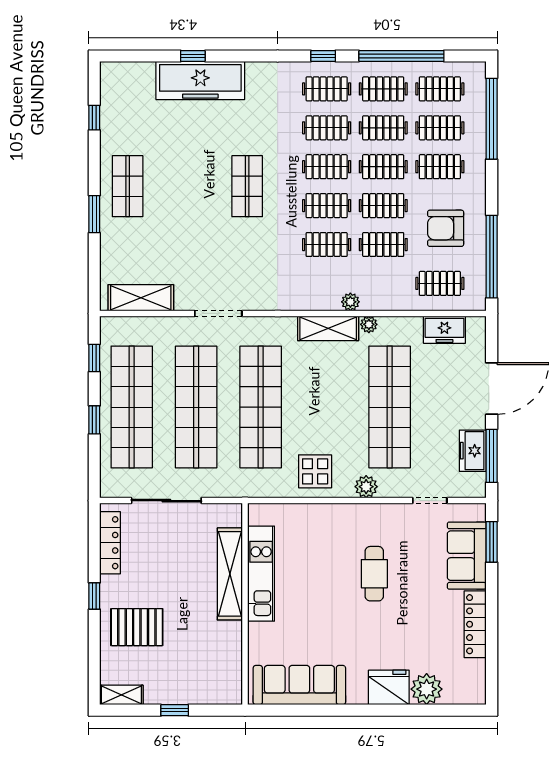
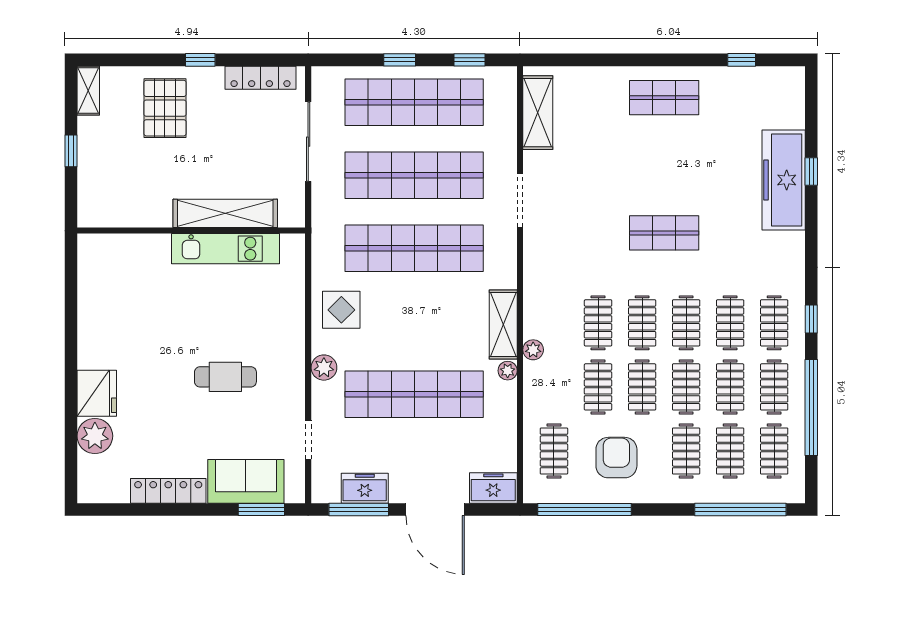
window: (94, 214) -> (632, 60), removed
freezer: (444, 330) -> (493, 488), moved, turned 90
sofa: (299, 685) -> (99, 292), removed

